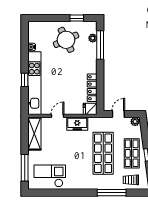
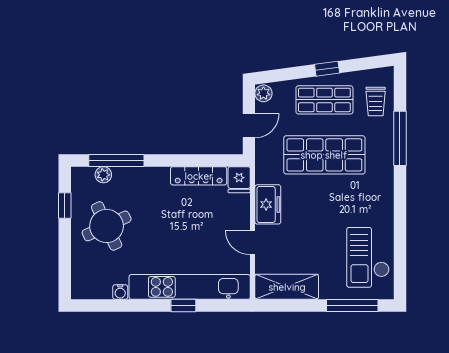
door: (118, 114) -> (249, 126), swing flipped

